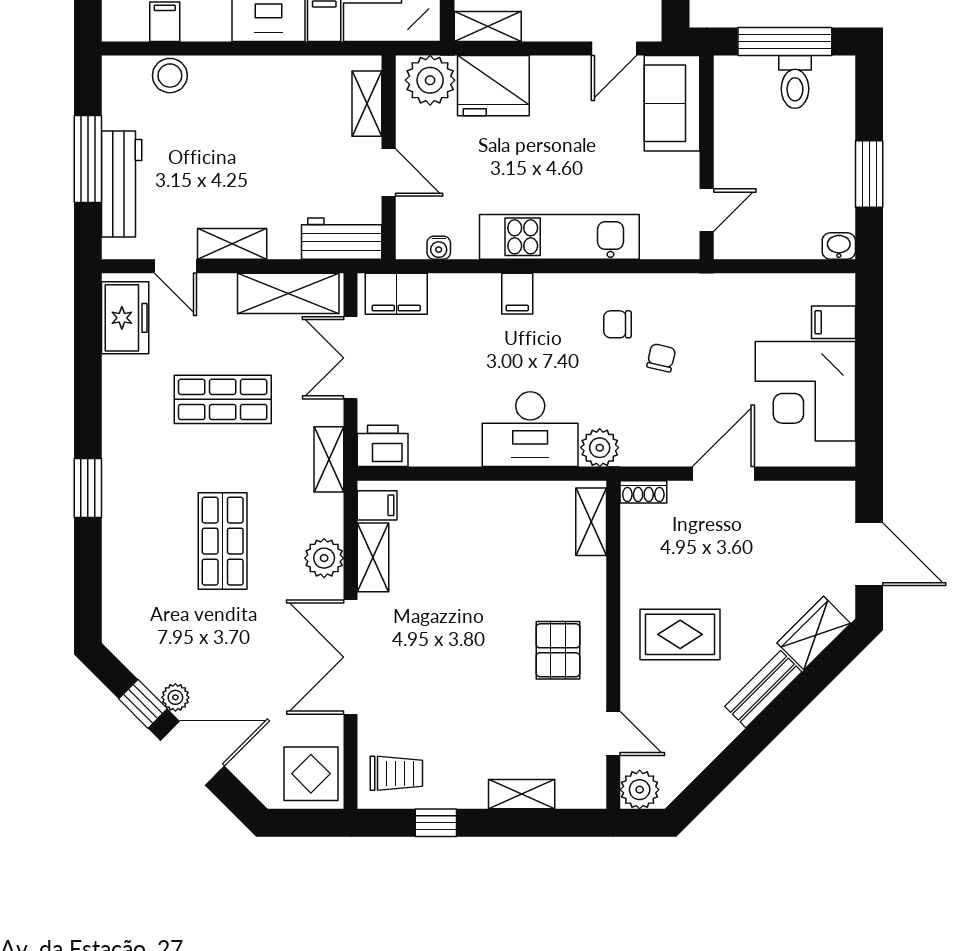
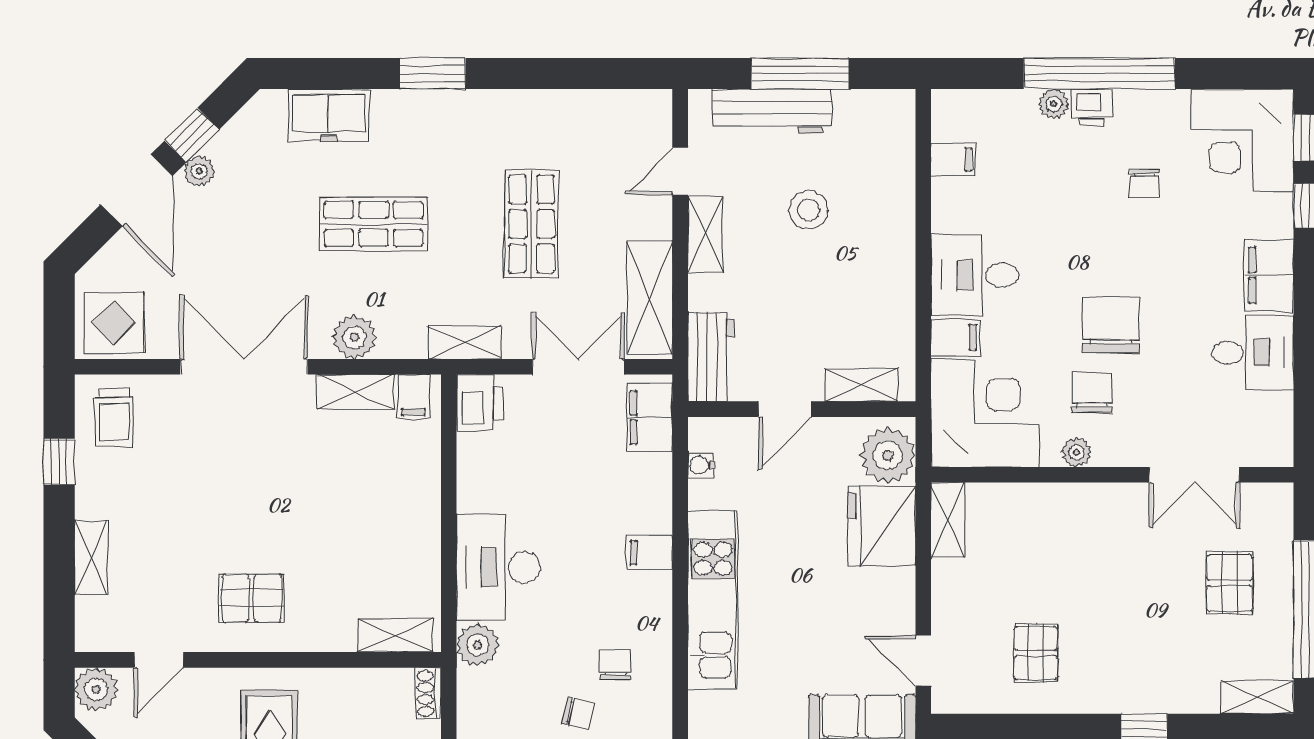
stool: (170, 76) -> (809, 210), moved
freezer: (125, 318) -> (329, 115), moved

